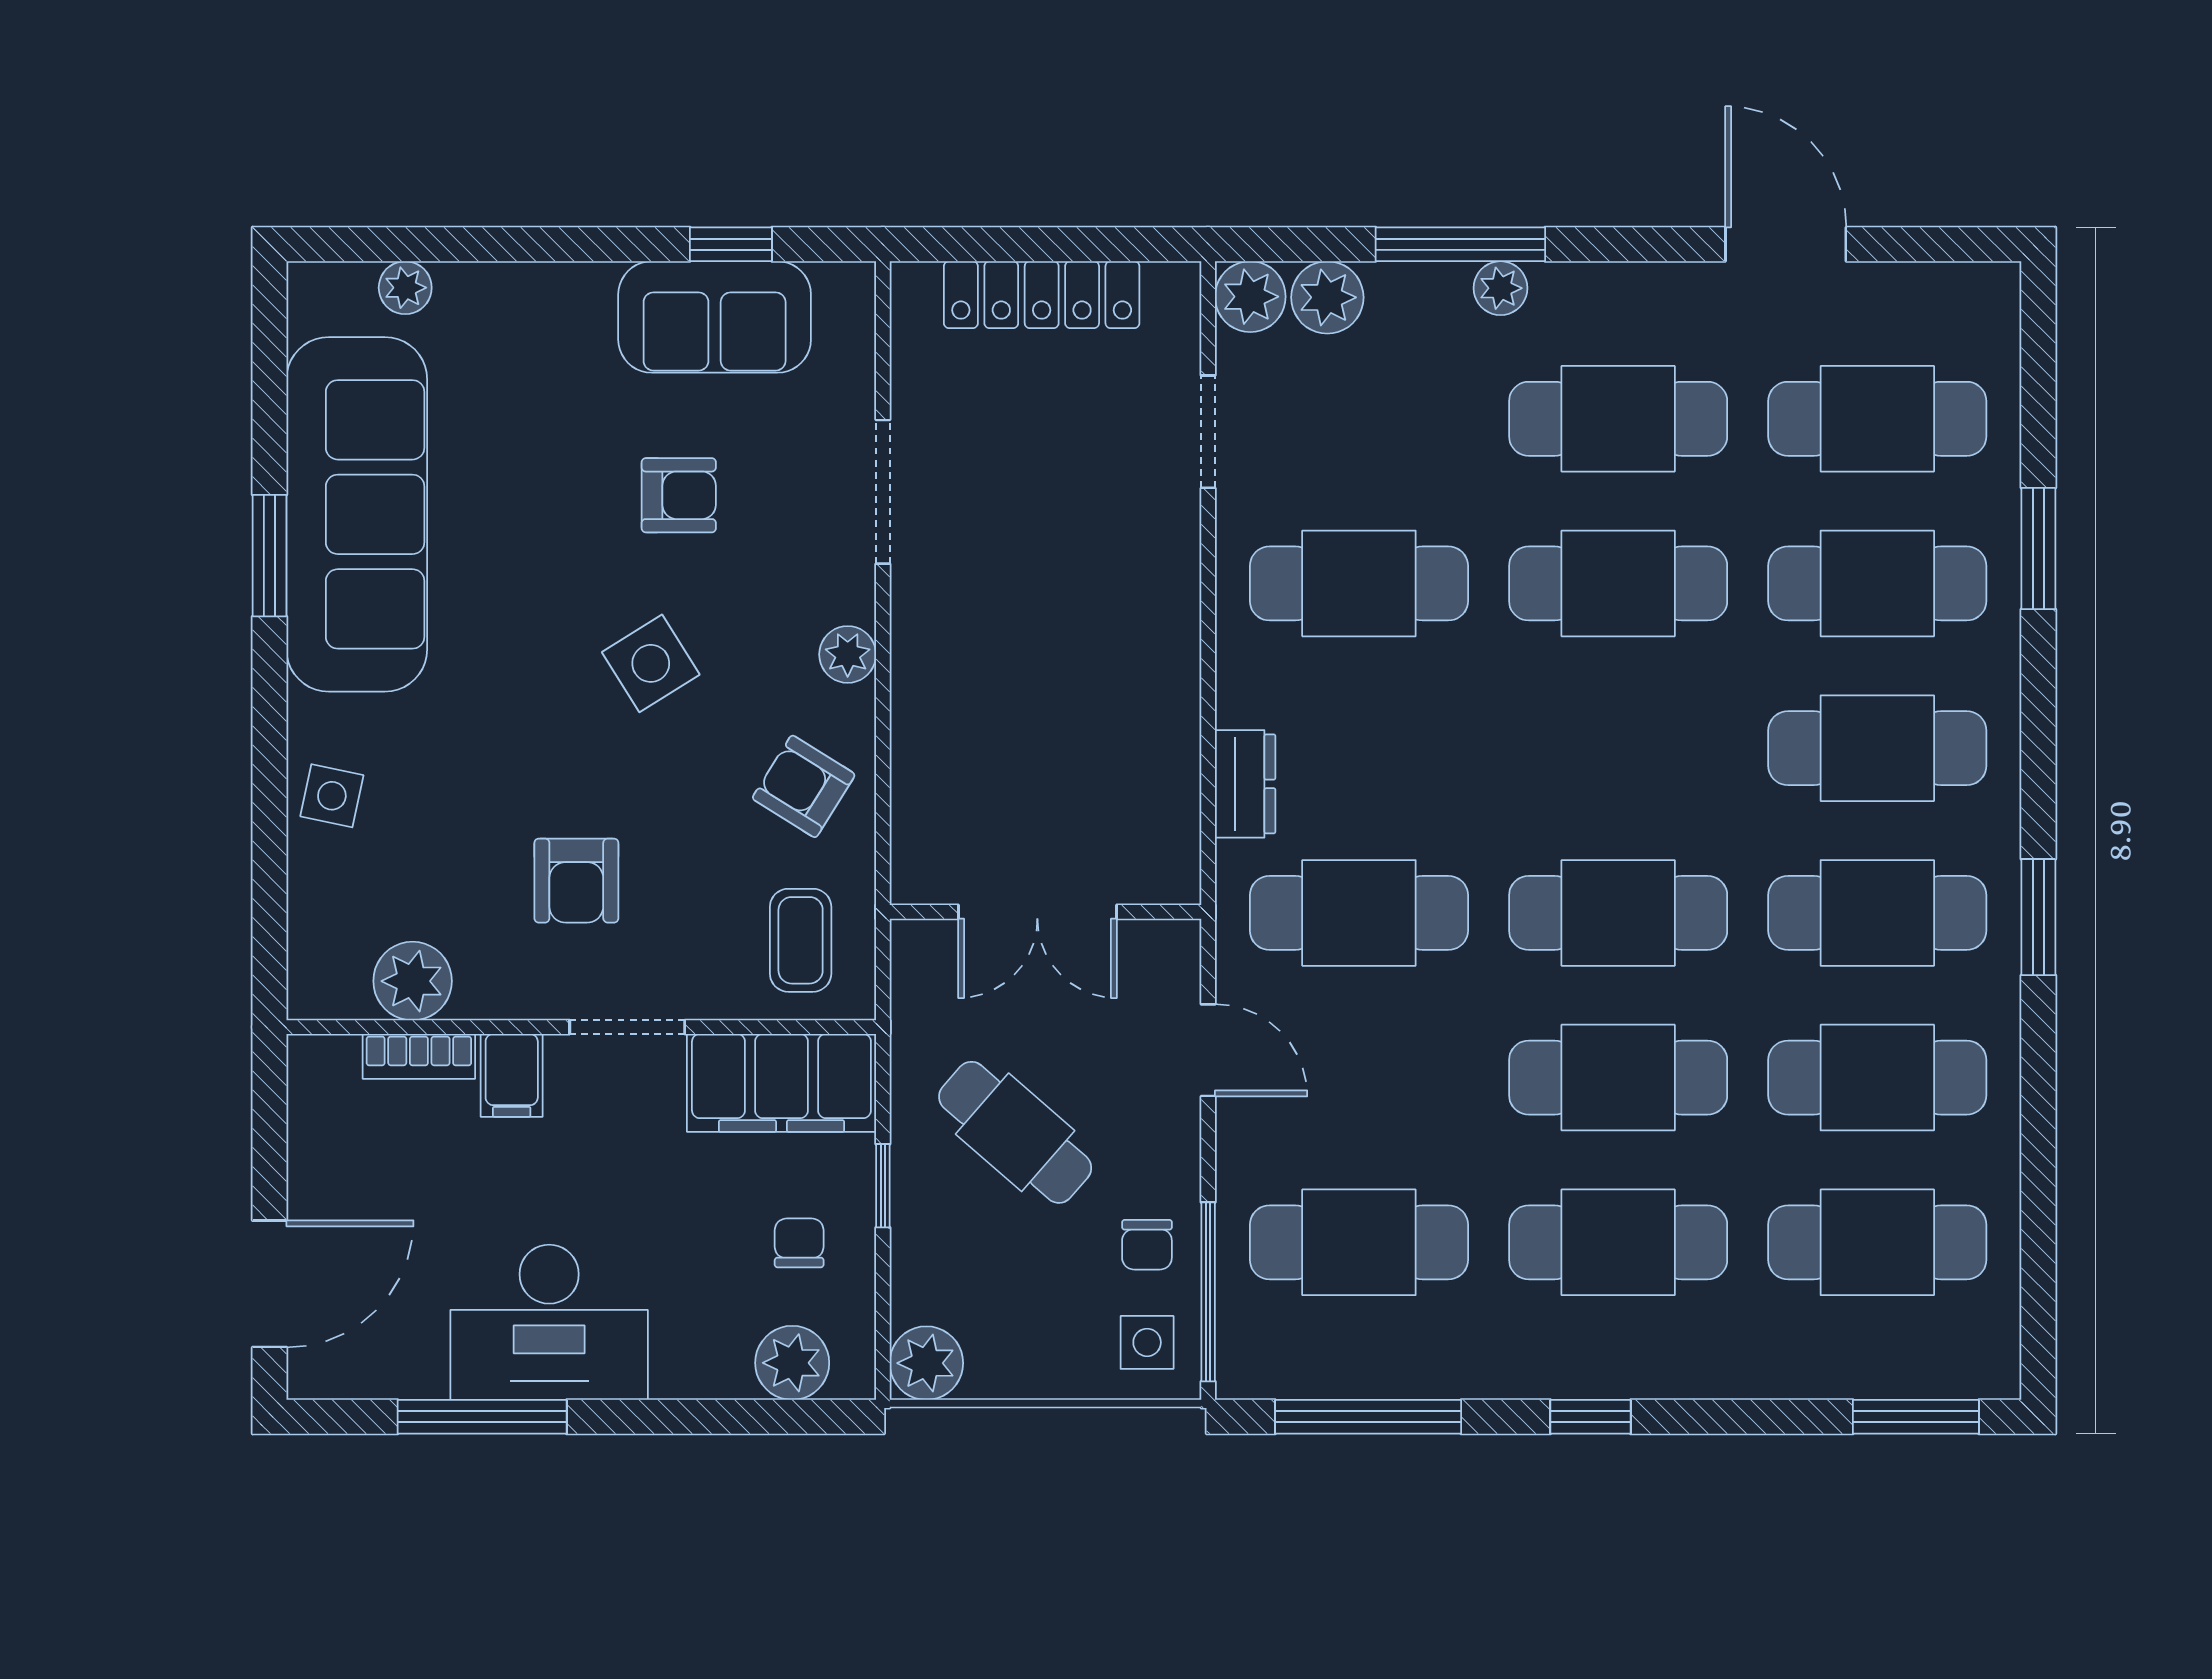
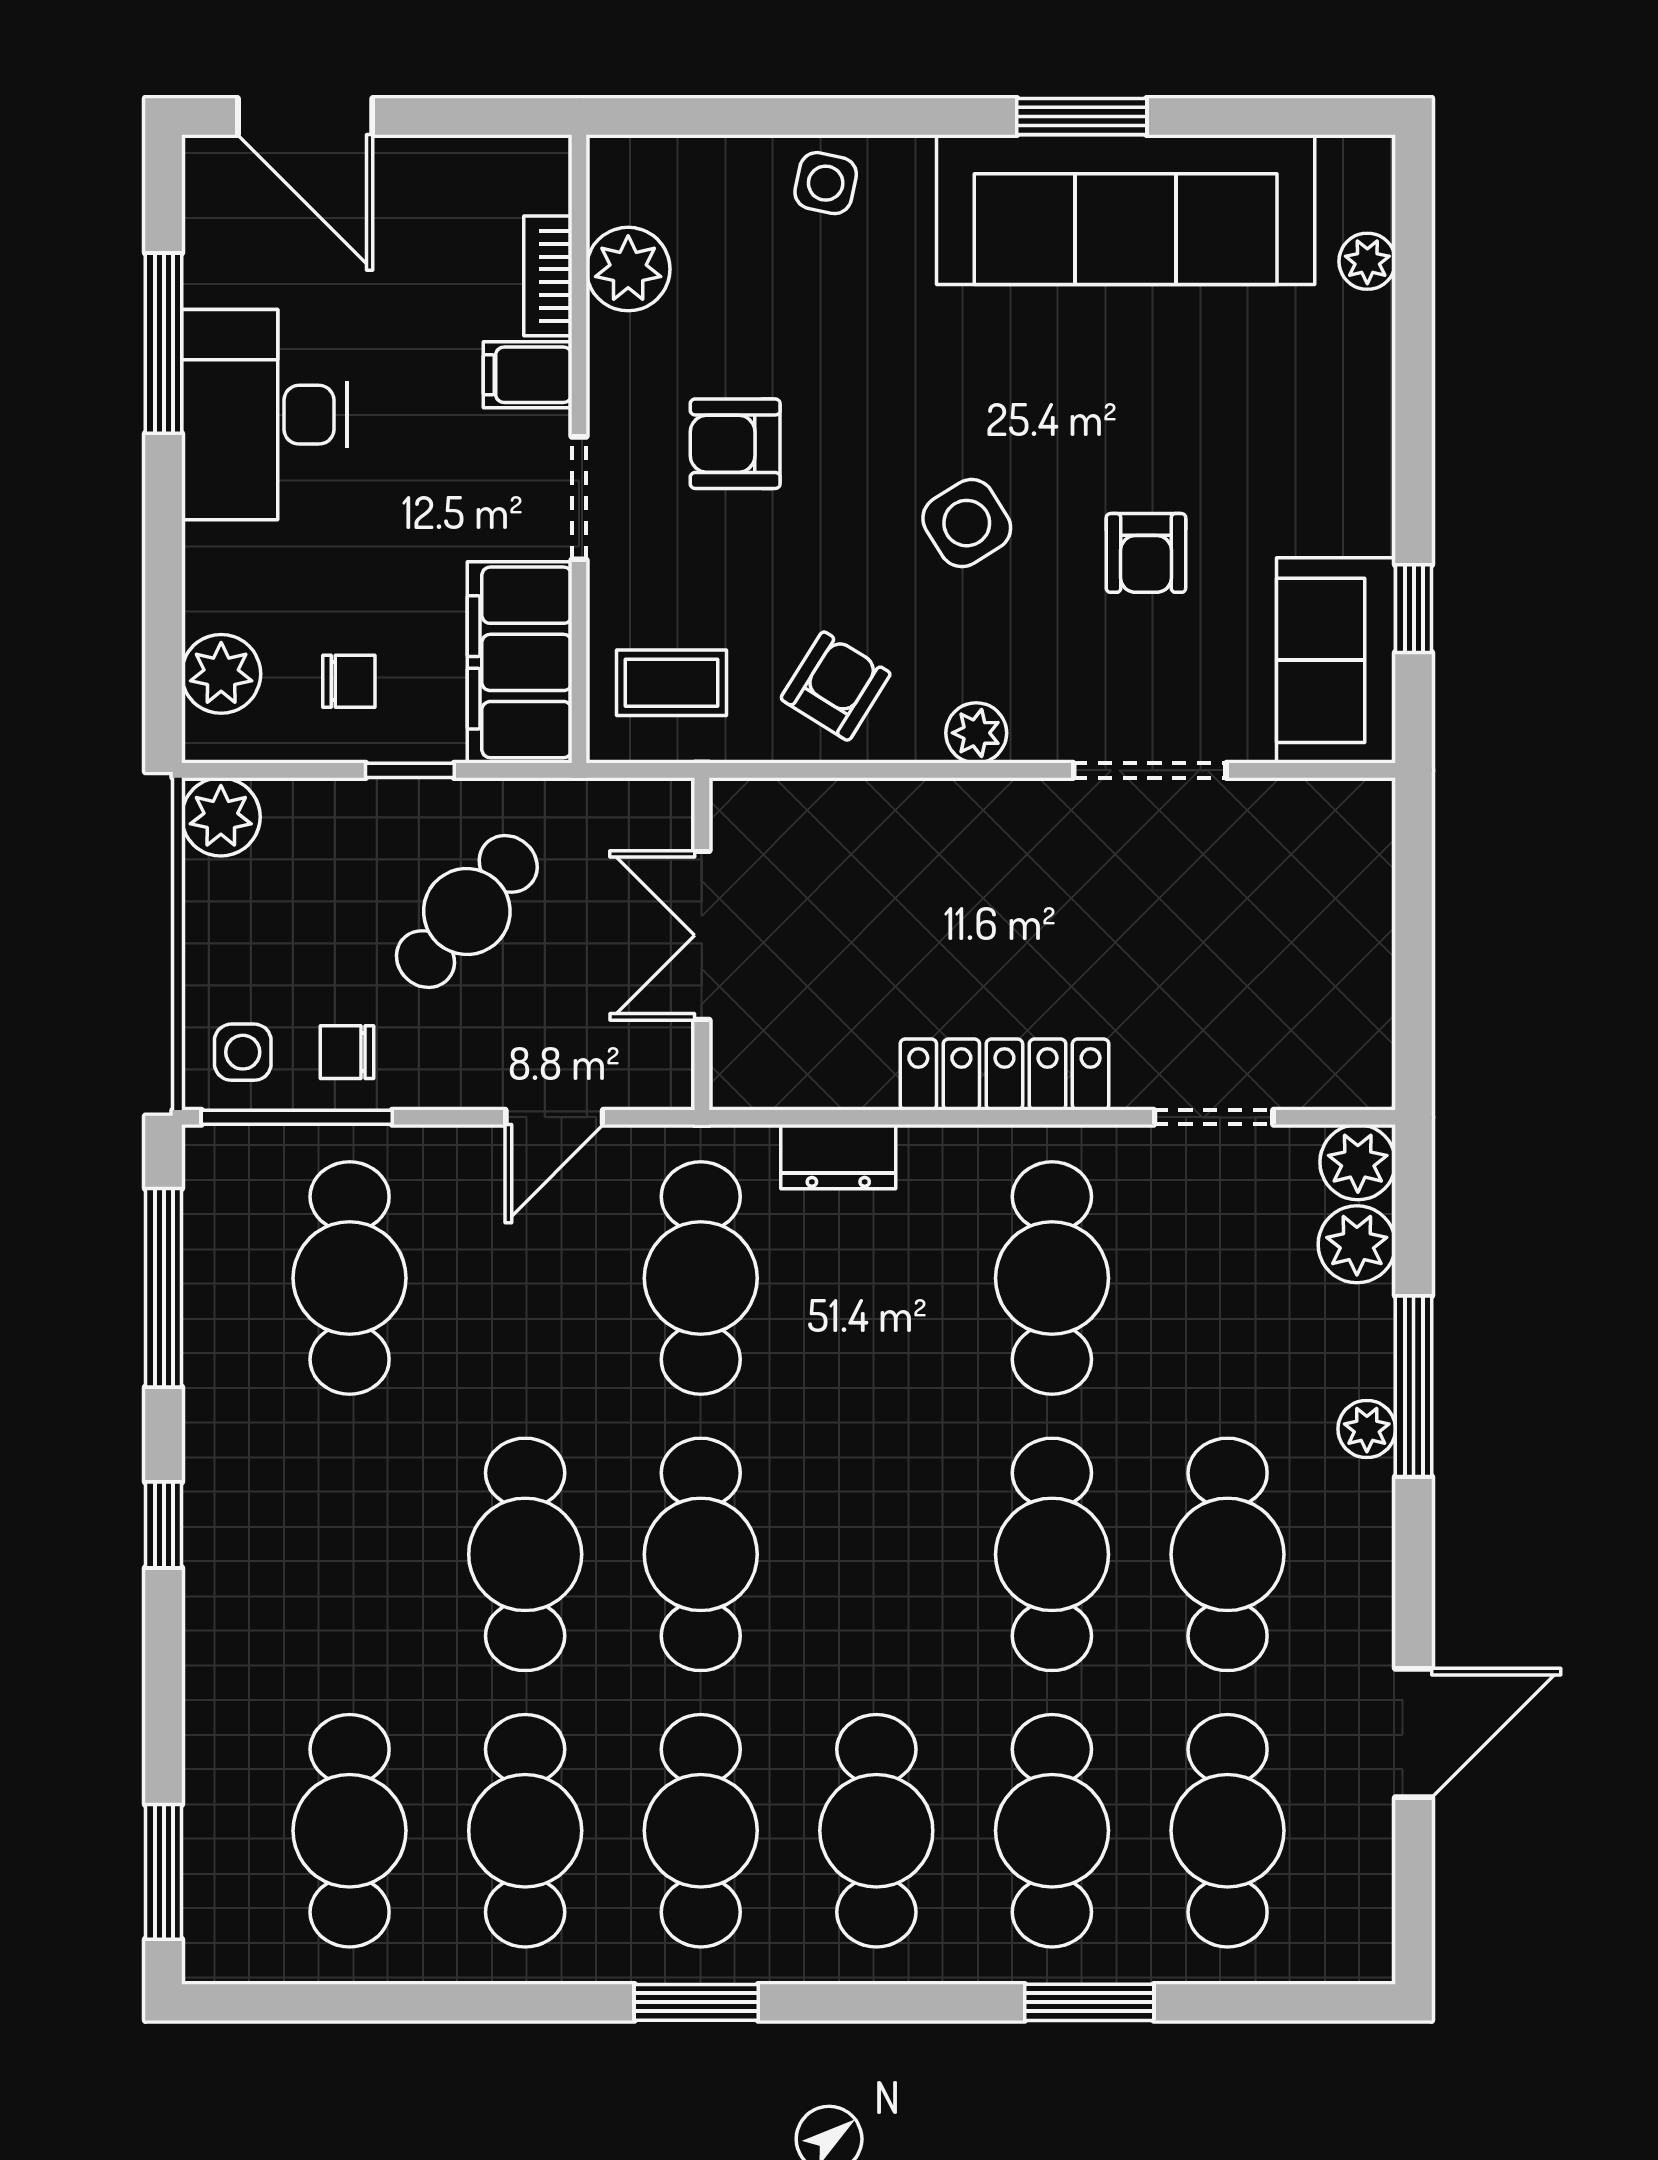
locker: (1042, 295) -> (1004, 1074), moved, turned 90
sofa: (715, 317) -> (1336, 660), moved
cafe table: (1618, 1242) -> (350, 1554), removed

